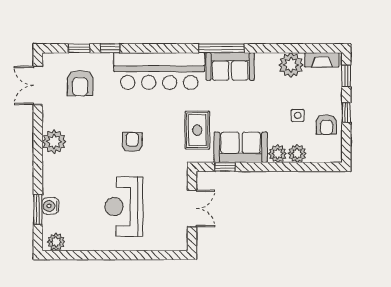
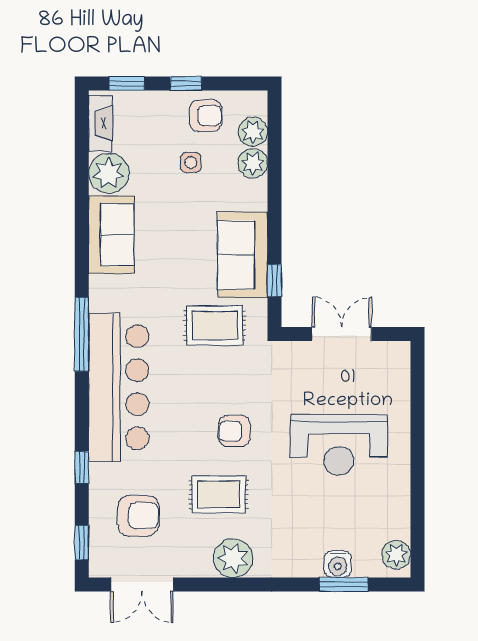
window: (79, 48) -> (82, 543), moved
window: (221, 48) -> (82, 334), moved
sofa: (230, 66) -> (111, 235), moved
rug: (93, 133) -> (219, 495), added
plant: (278, 154) -> (253, 132), moved

